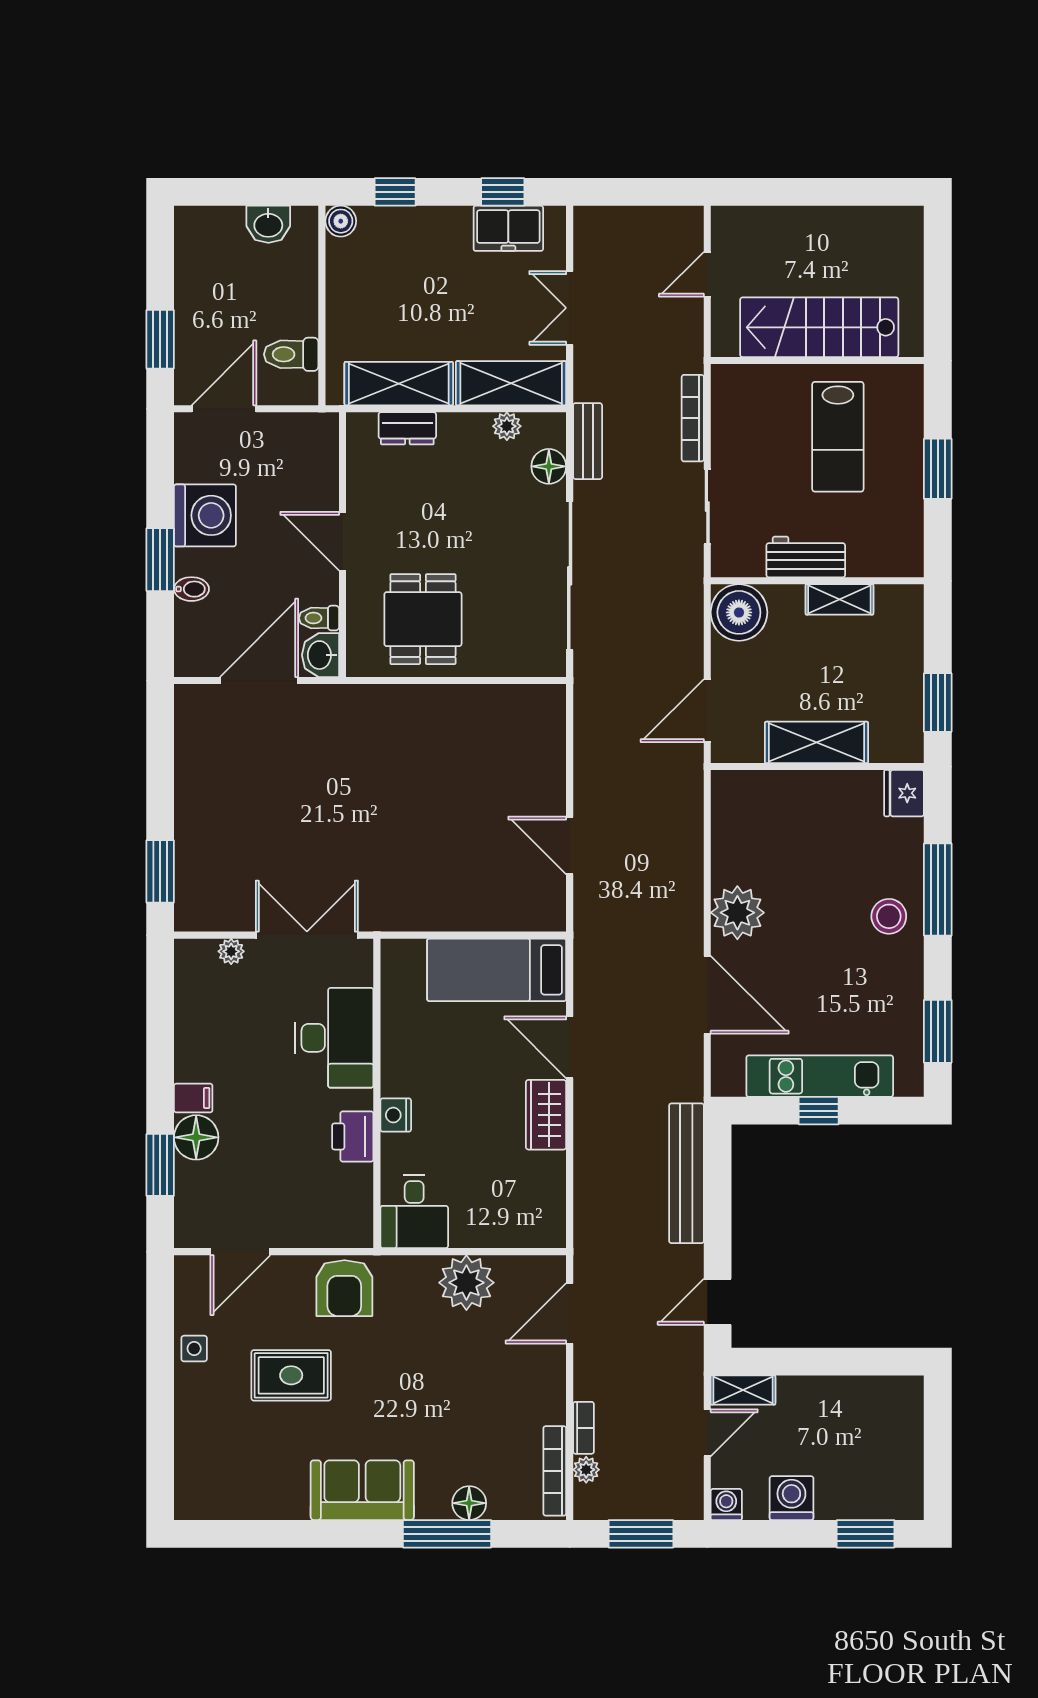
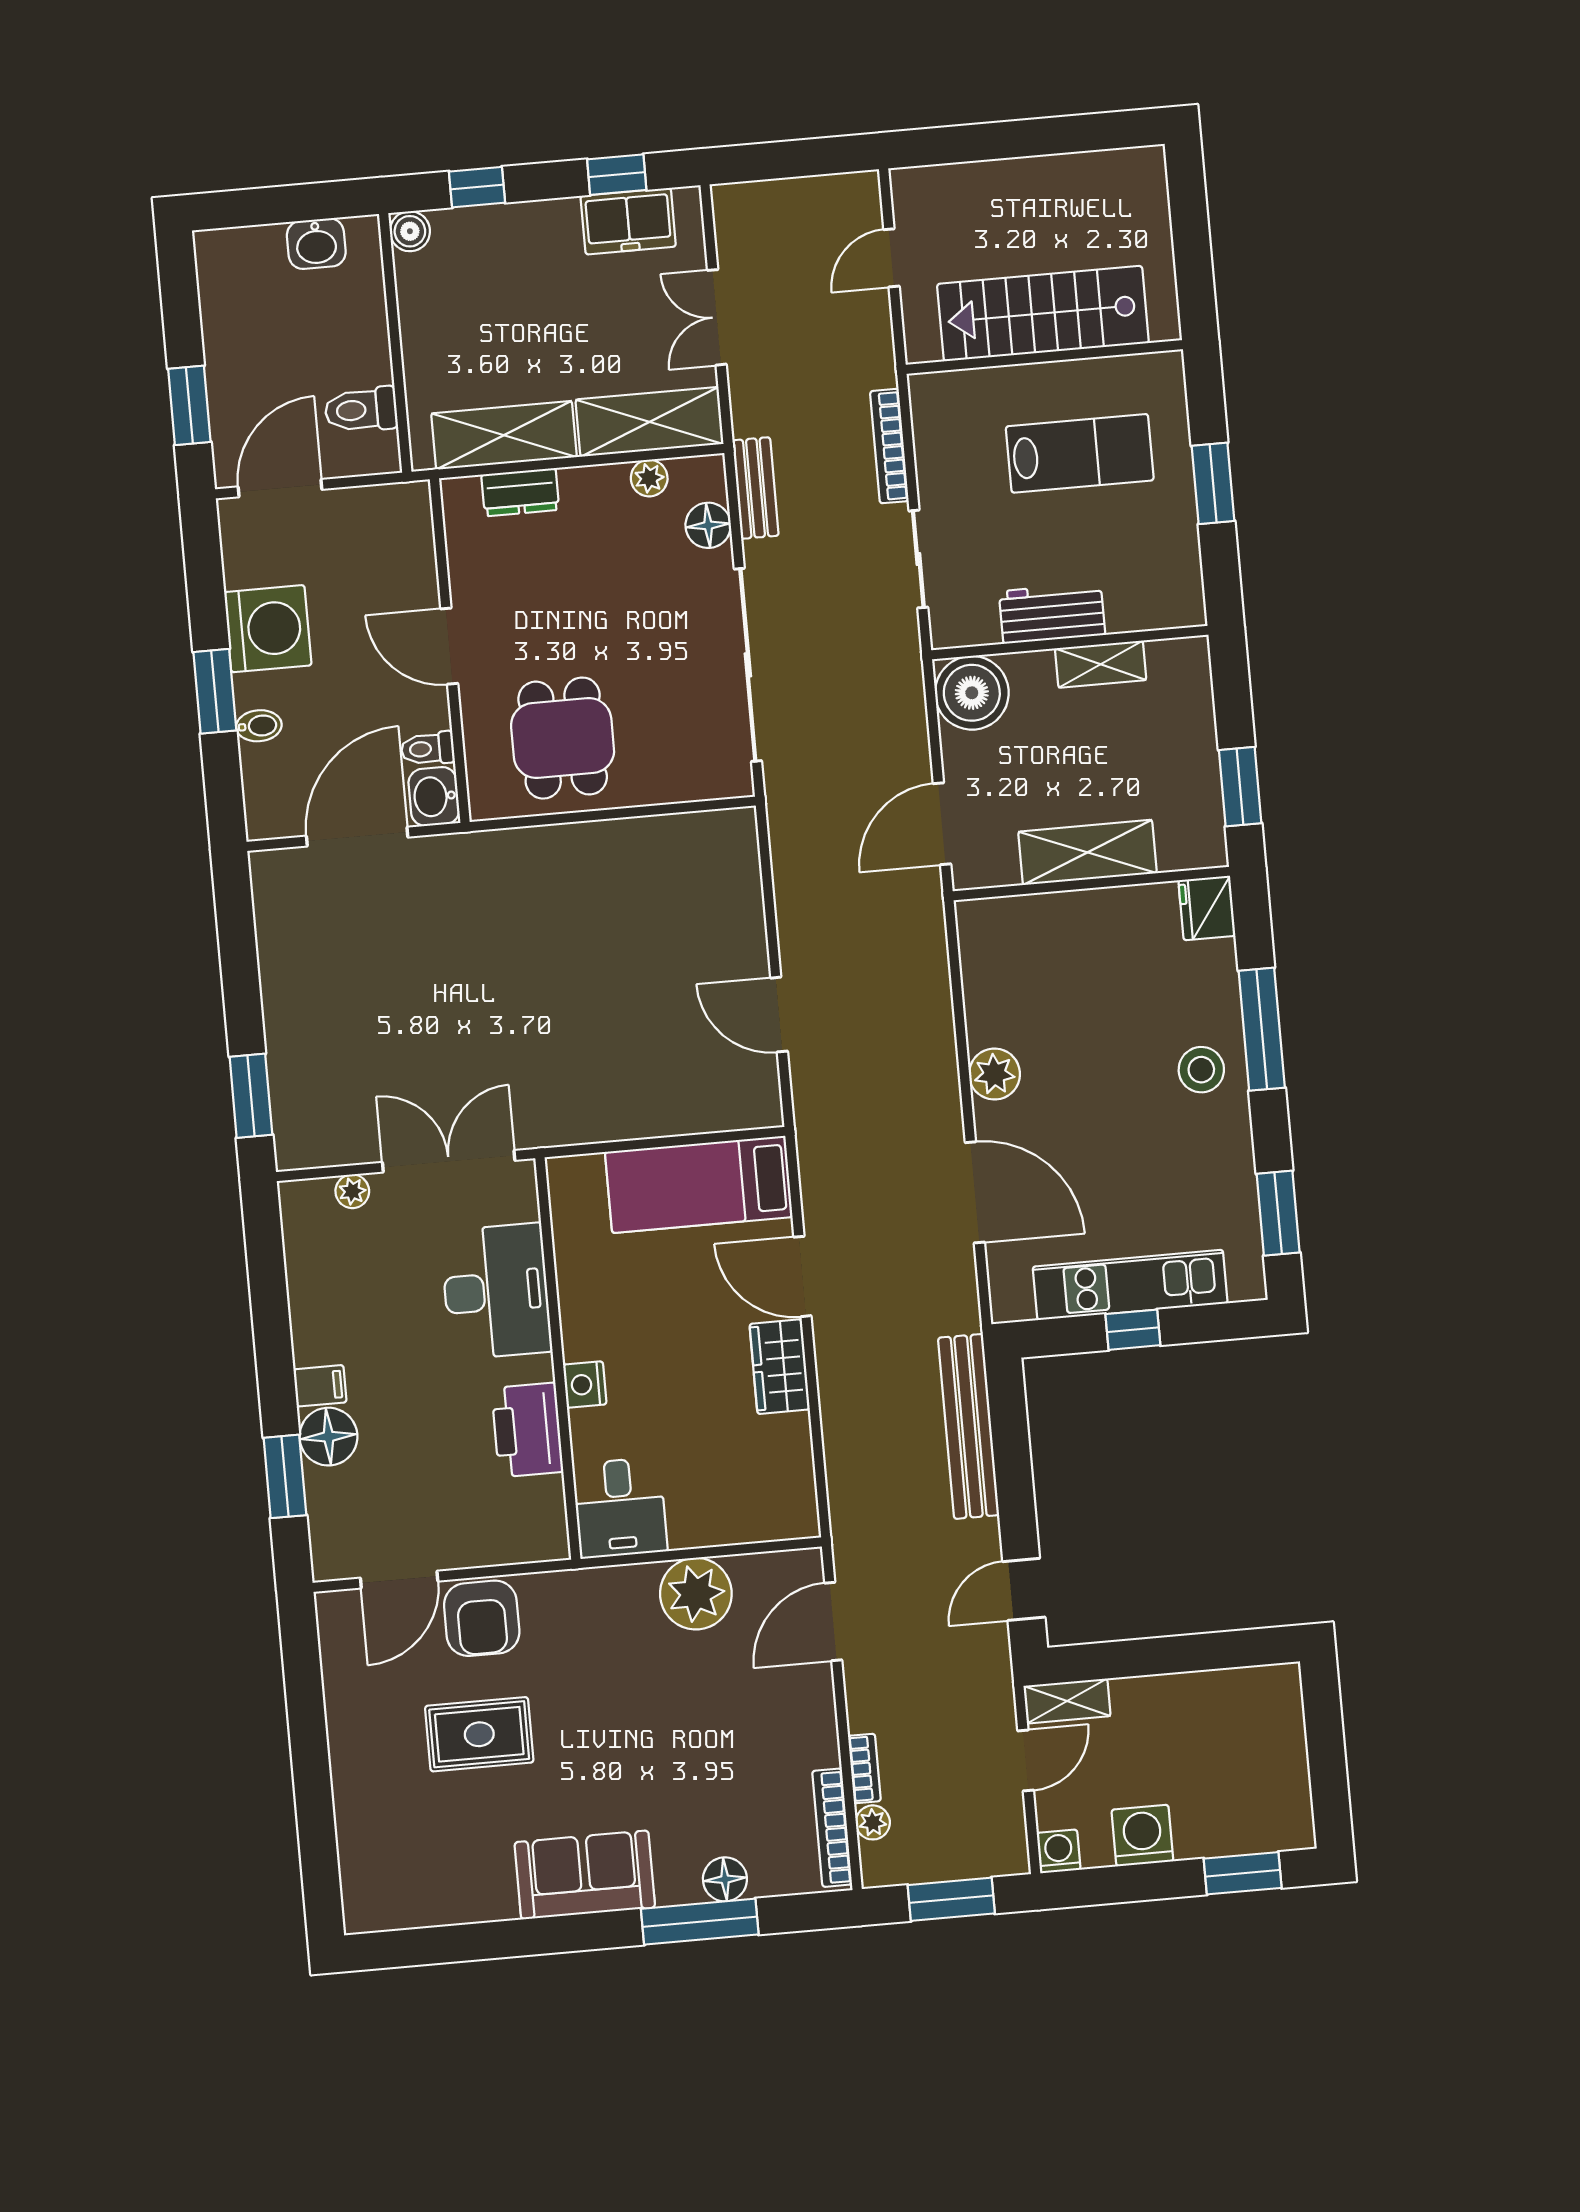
lab bench: (838, 437) -> (1080, 453), turned -90
plant: (737, 913) -> (994, 1074), width x0.73, depth x0.73
printer: (353, 1136) -> (527, 1430), width x1.37, depth x1.19
armchair: (344, 1288) -> (482, 1618), moved
side table: (194, 1349) -> (350, 1711), removed

